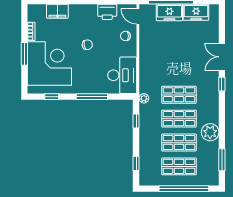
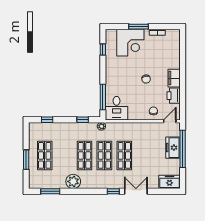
filing cabinet: (57, 11) -> (174, 78), moved
freezer: (196, 12) -> (169, 182), moved, turned 90
corner desk: (49, 64) -> (130, 43), width x0.74, depth x0.74
desk: (122, 75) -> (117, 108), width x0.73
window: (92, 97) -> (103, 97), moved
shop shelf: (179, 143) -> (124, 155), moved
window: (184, 189) -> (26, 160), width x0.47

